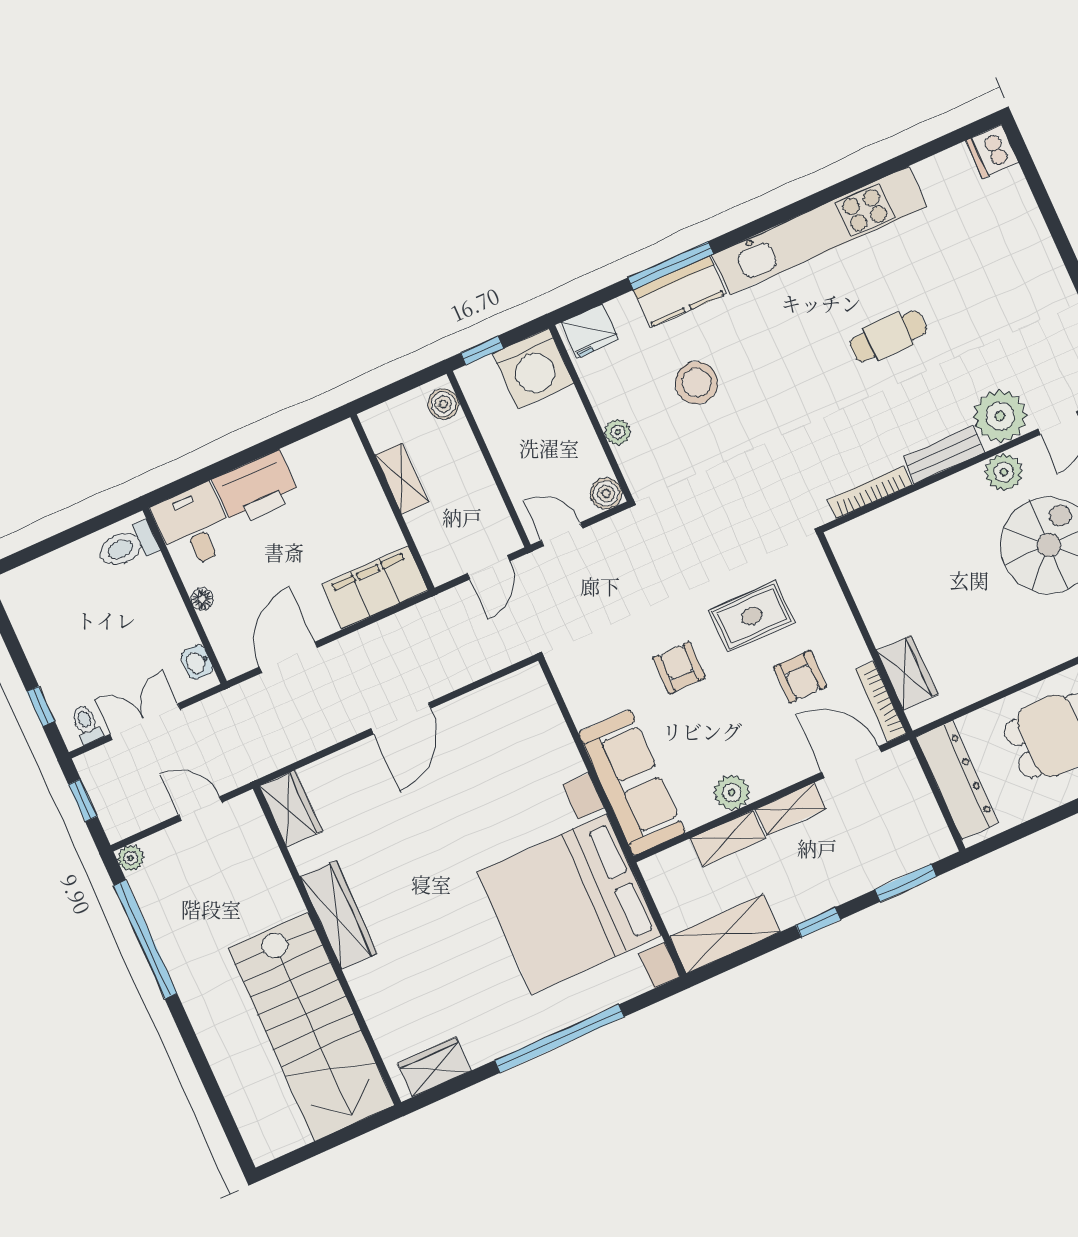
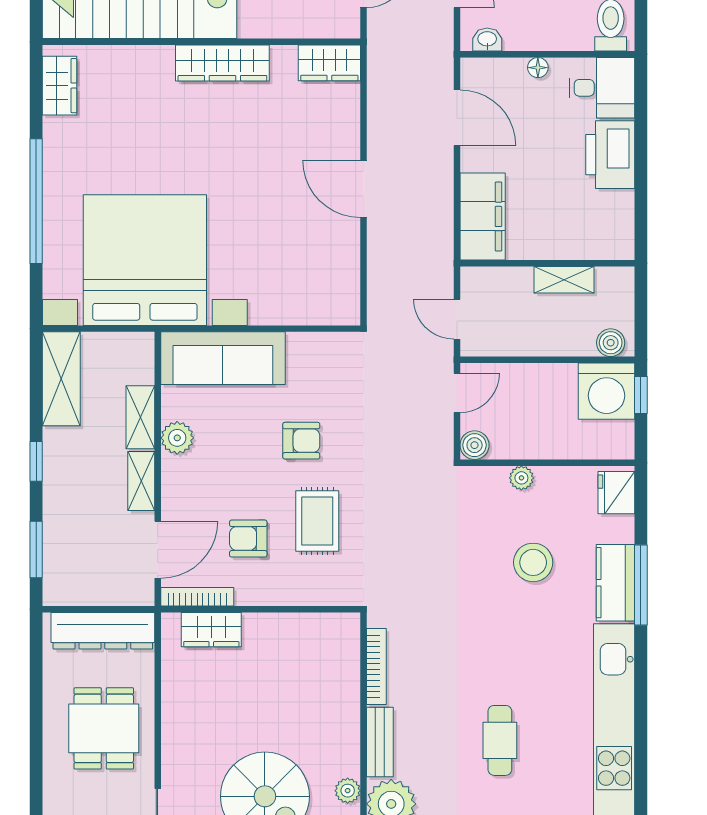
washing machine: (533, 368) -> (606, 391), moved, turned -90
plant: (1004, 472) -> (348, 791), width x0.73, depth x0.73

